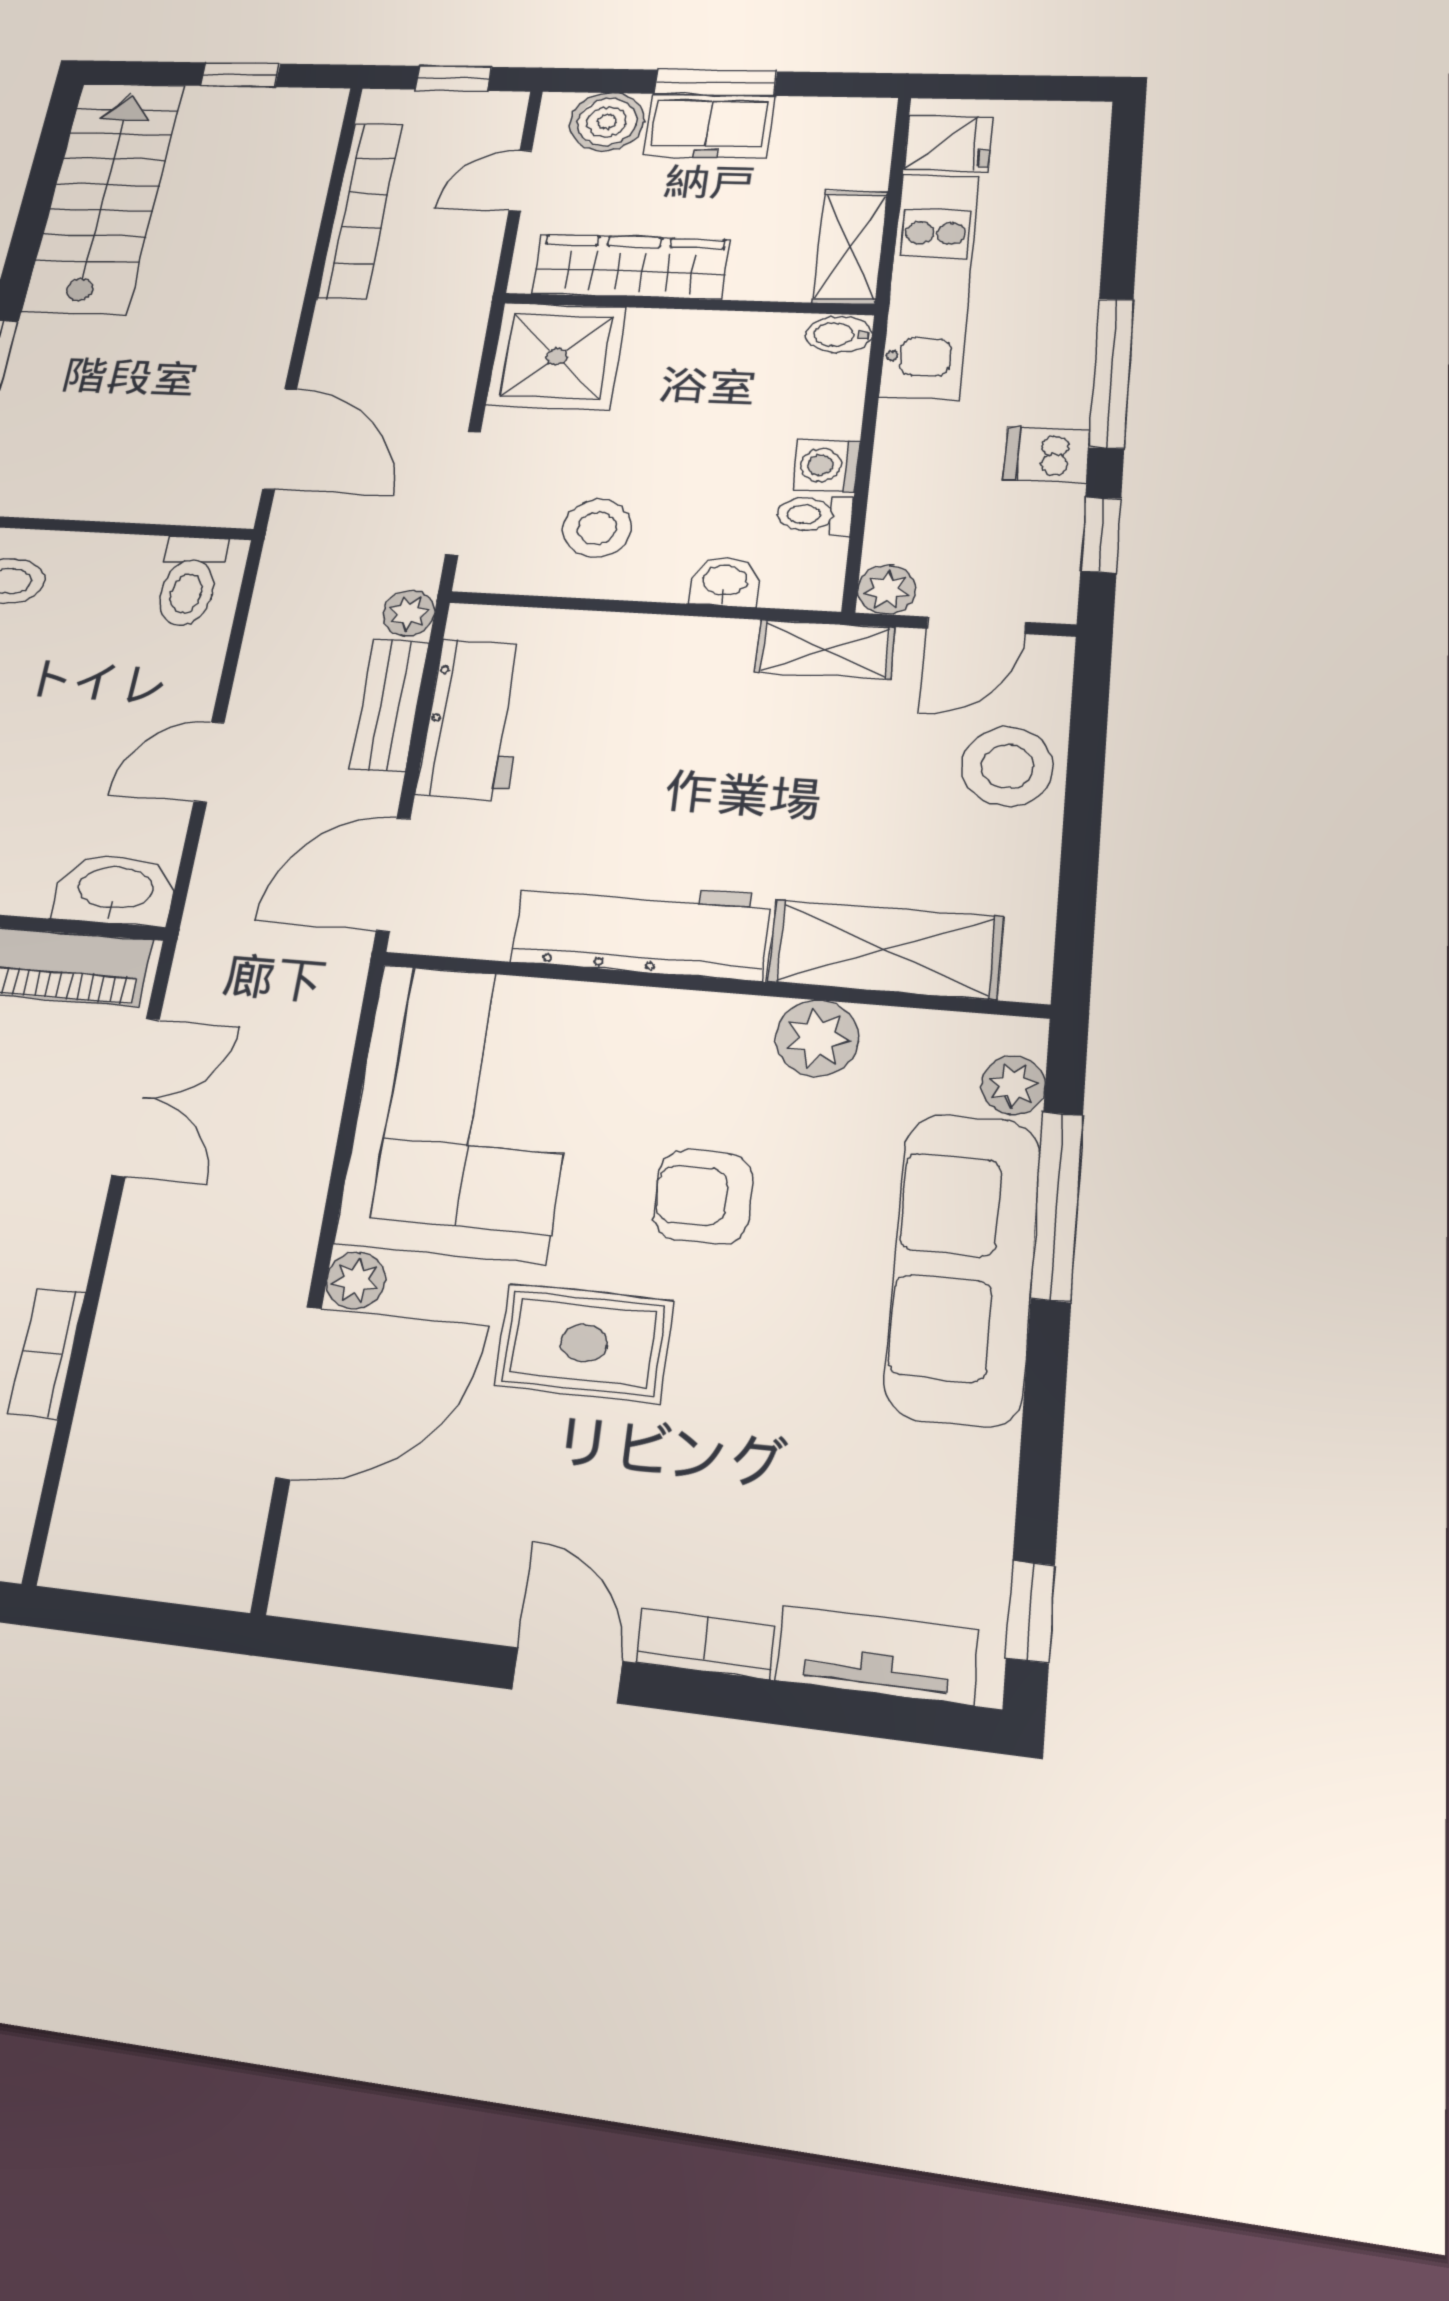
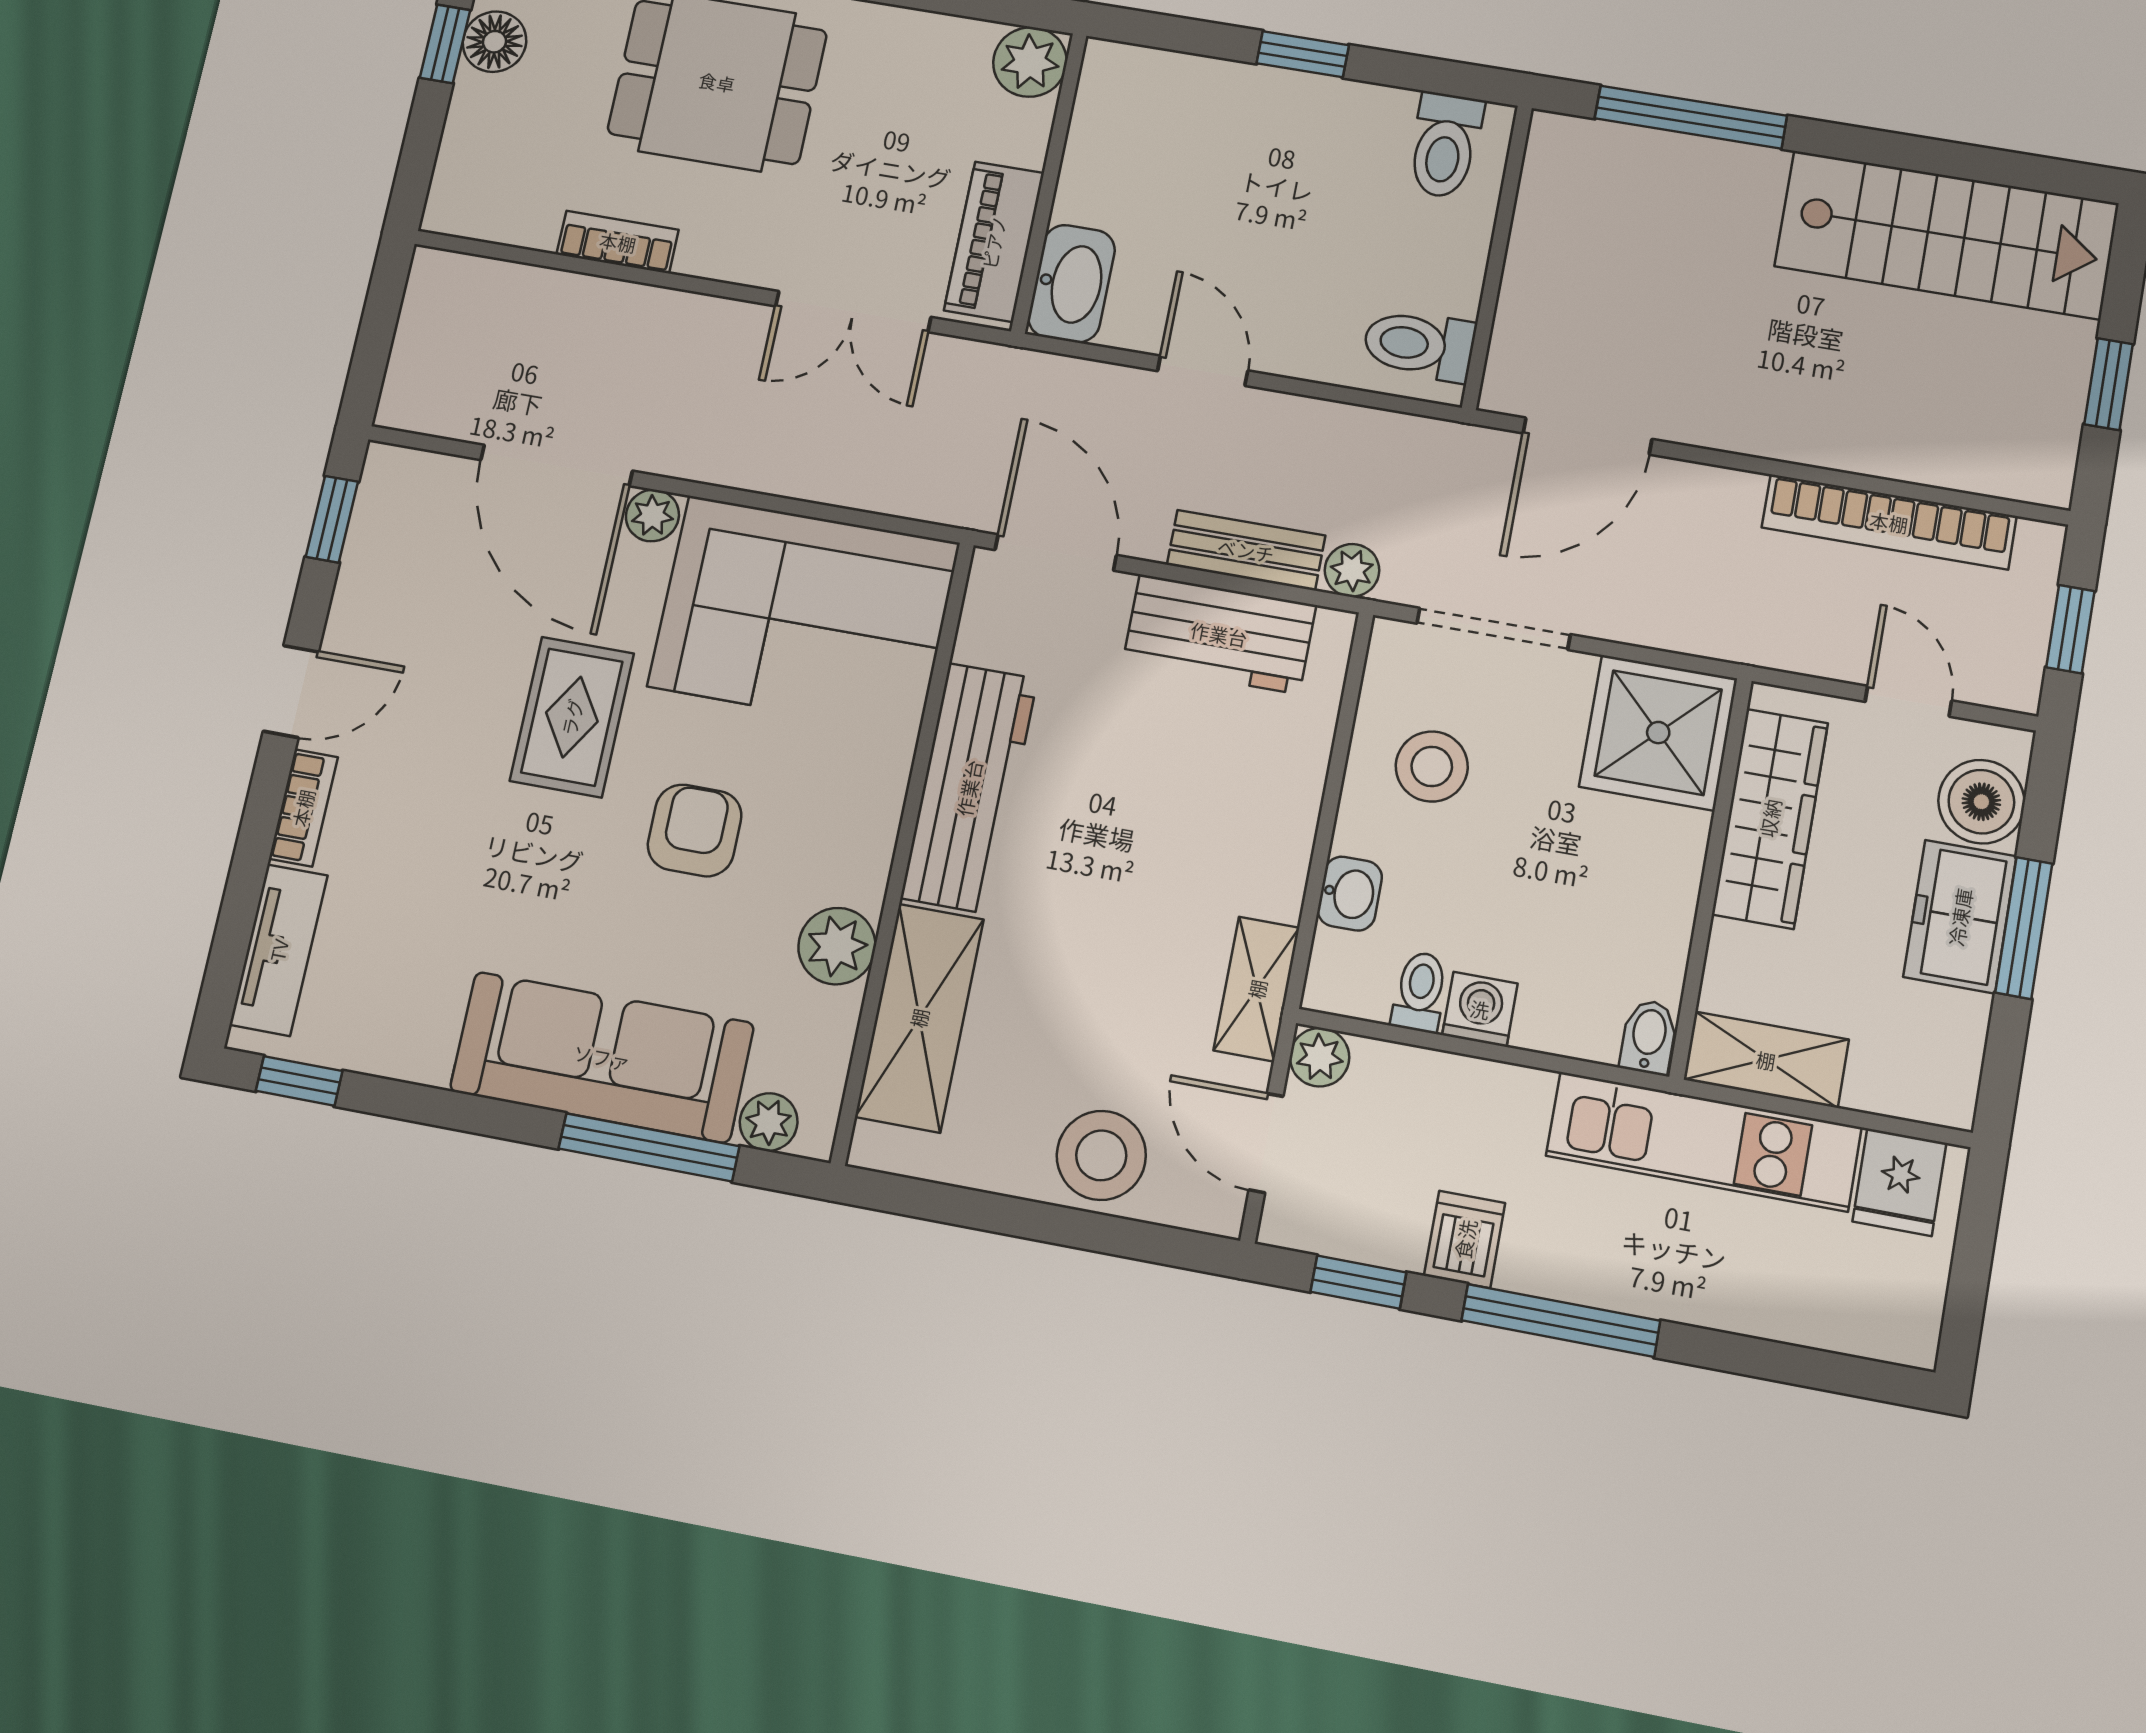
window: (360, 1648) -> (332, 519), added

